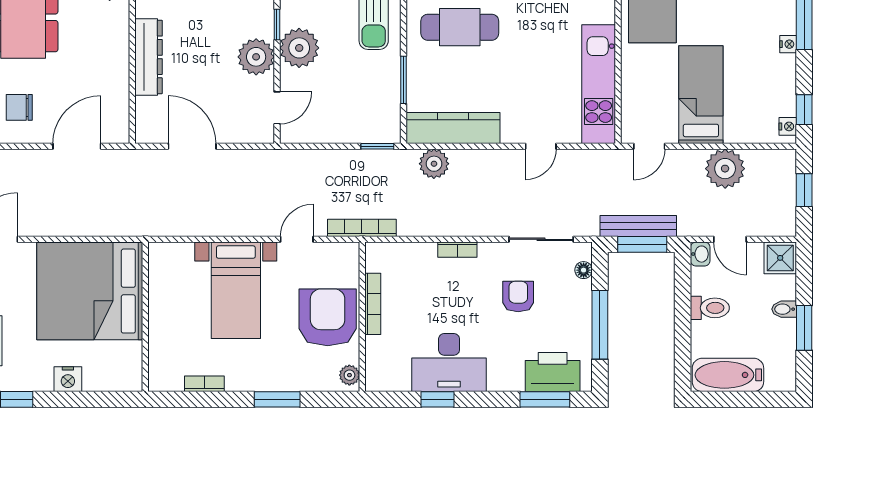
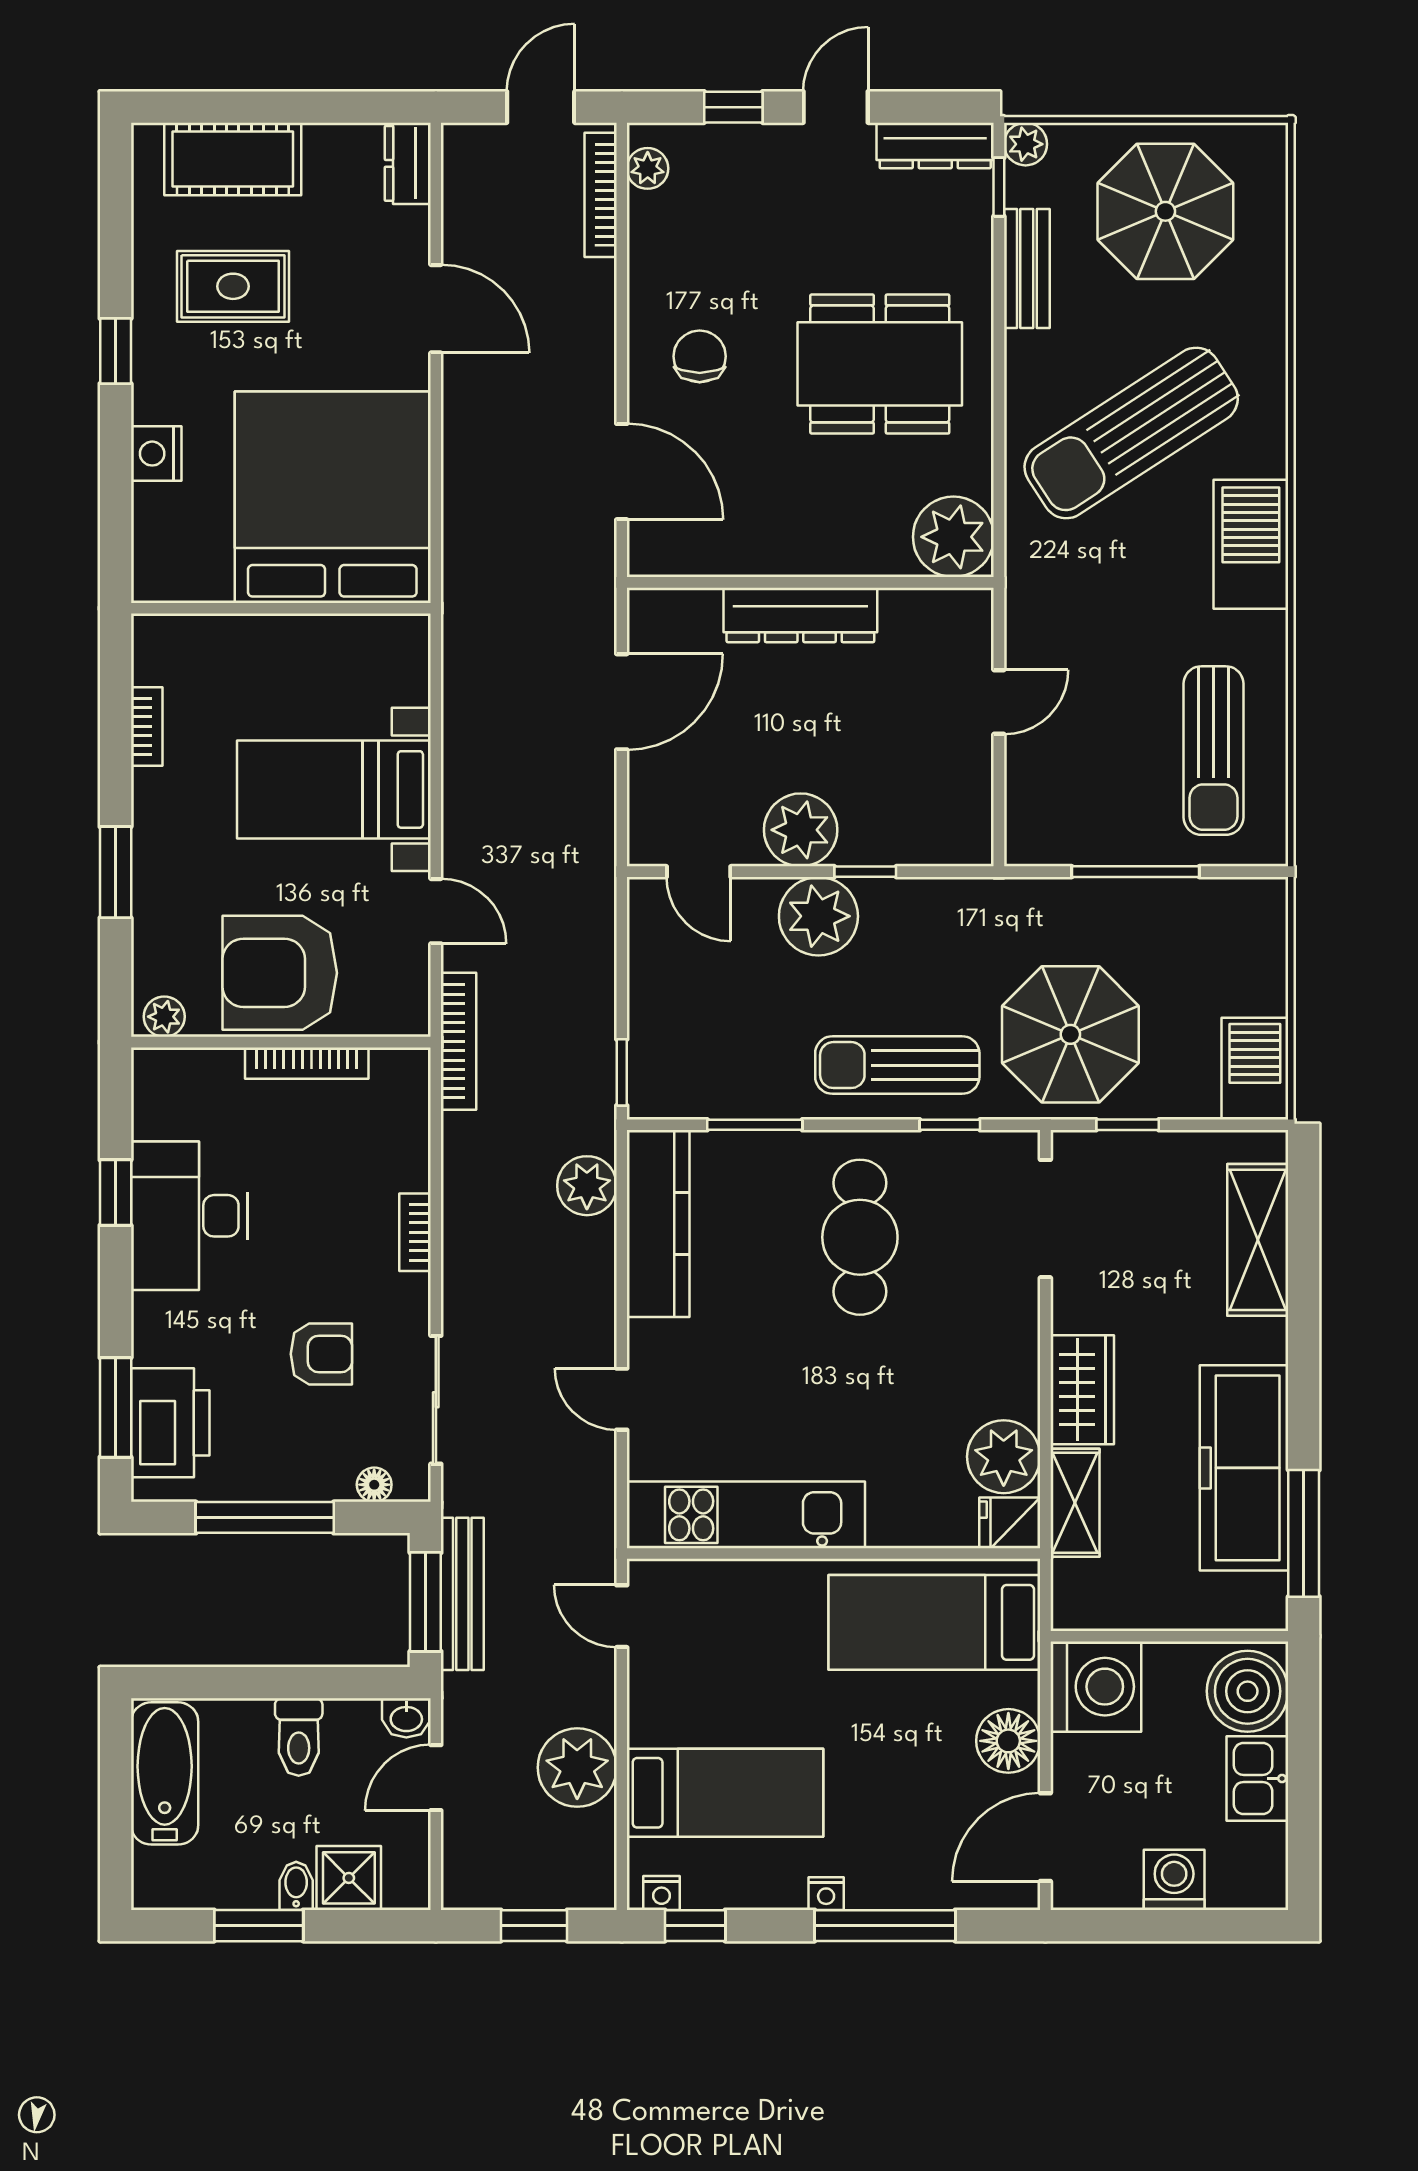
bed: (701, 95) -> (725, 1793), moved
shower: (780, 258) -> (349, 1878), moved
armchair: (328, 317) -> (280, 973), turned 180

